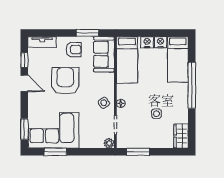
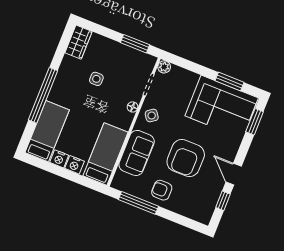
window: (87, 33) -> (138, 203), width x1.44
tv unit: (42, 42) -> (194, 213), removed
sofa: (104, 54) -> (137, 153), moved

